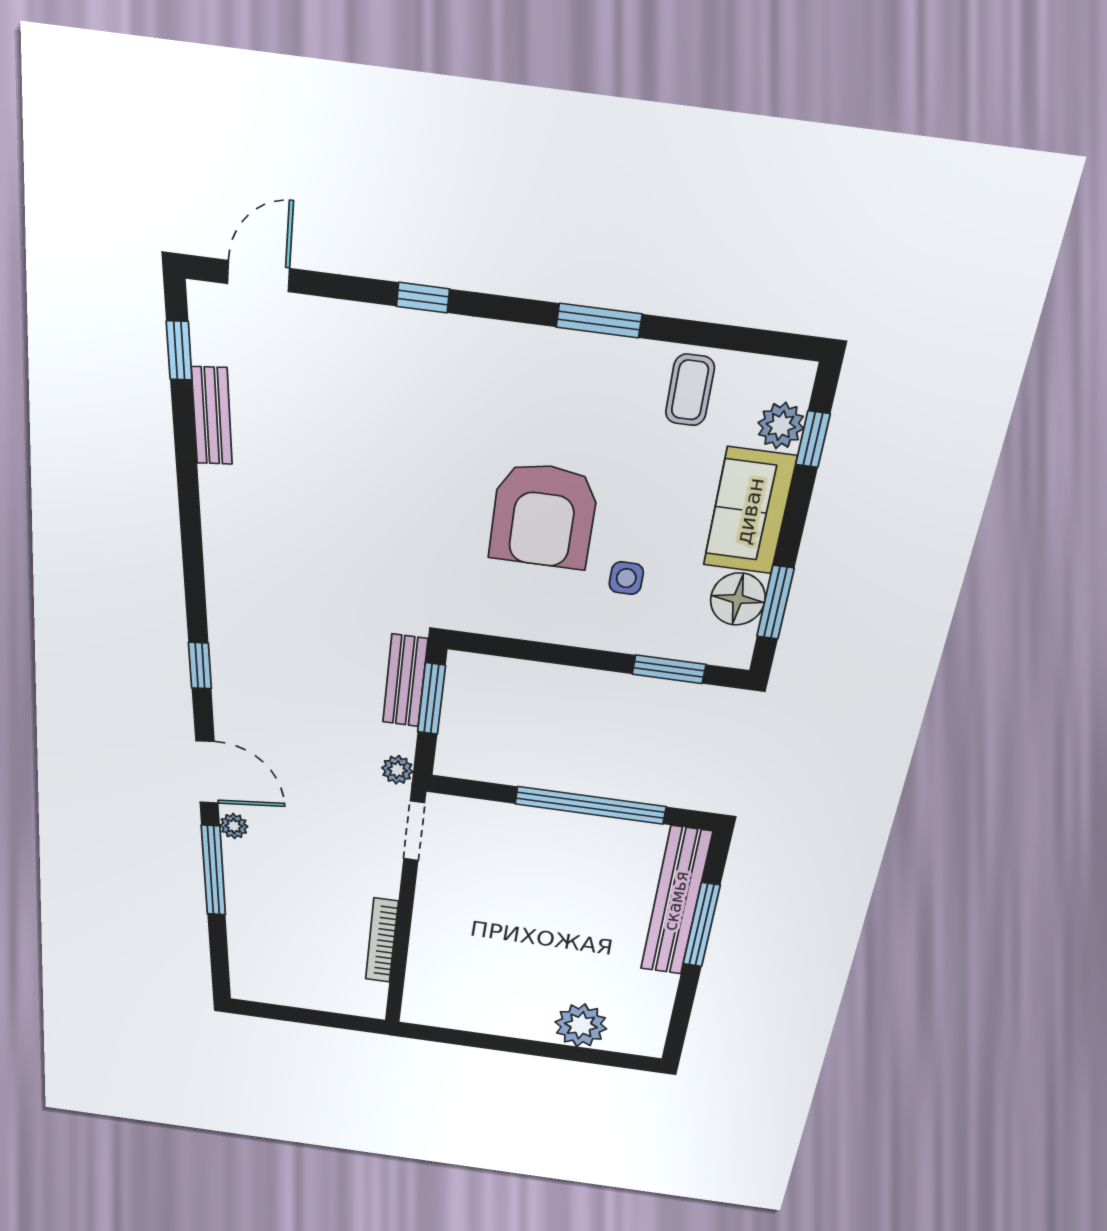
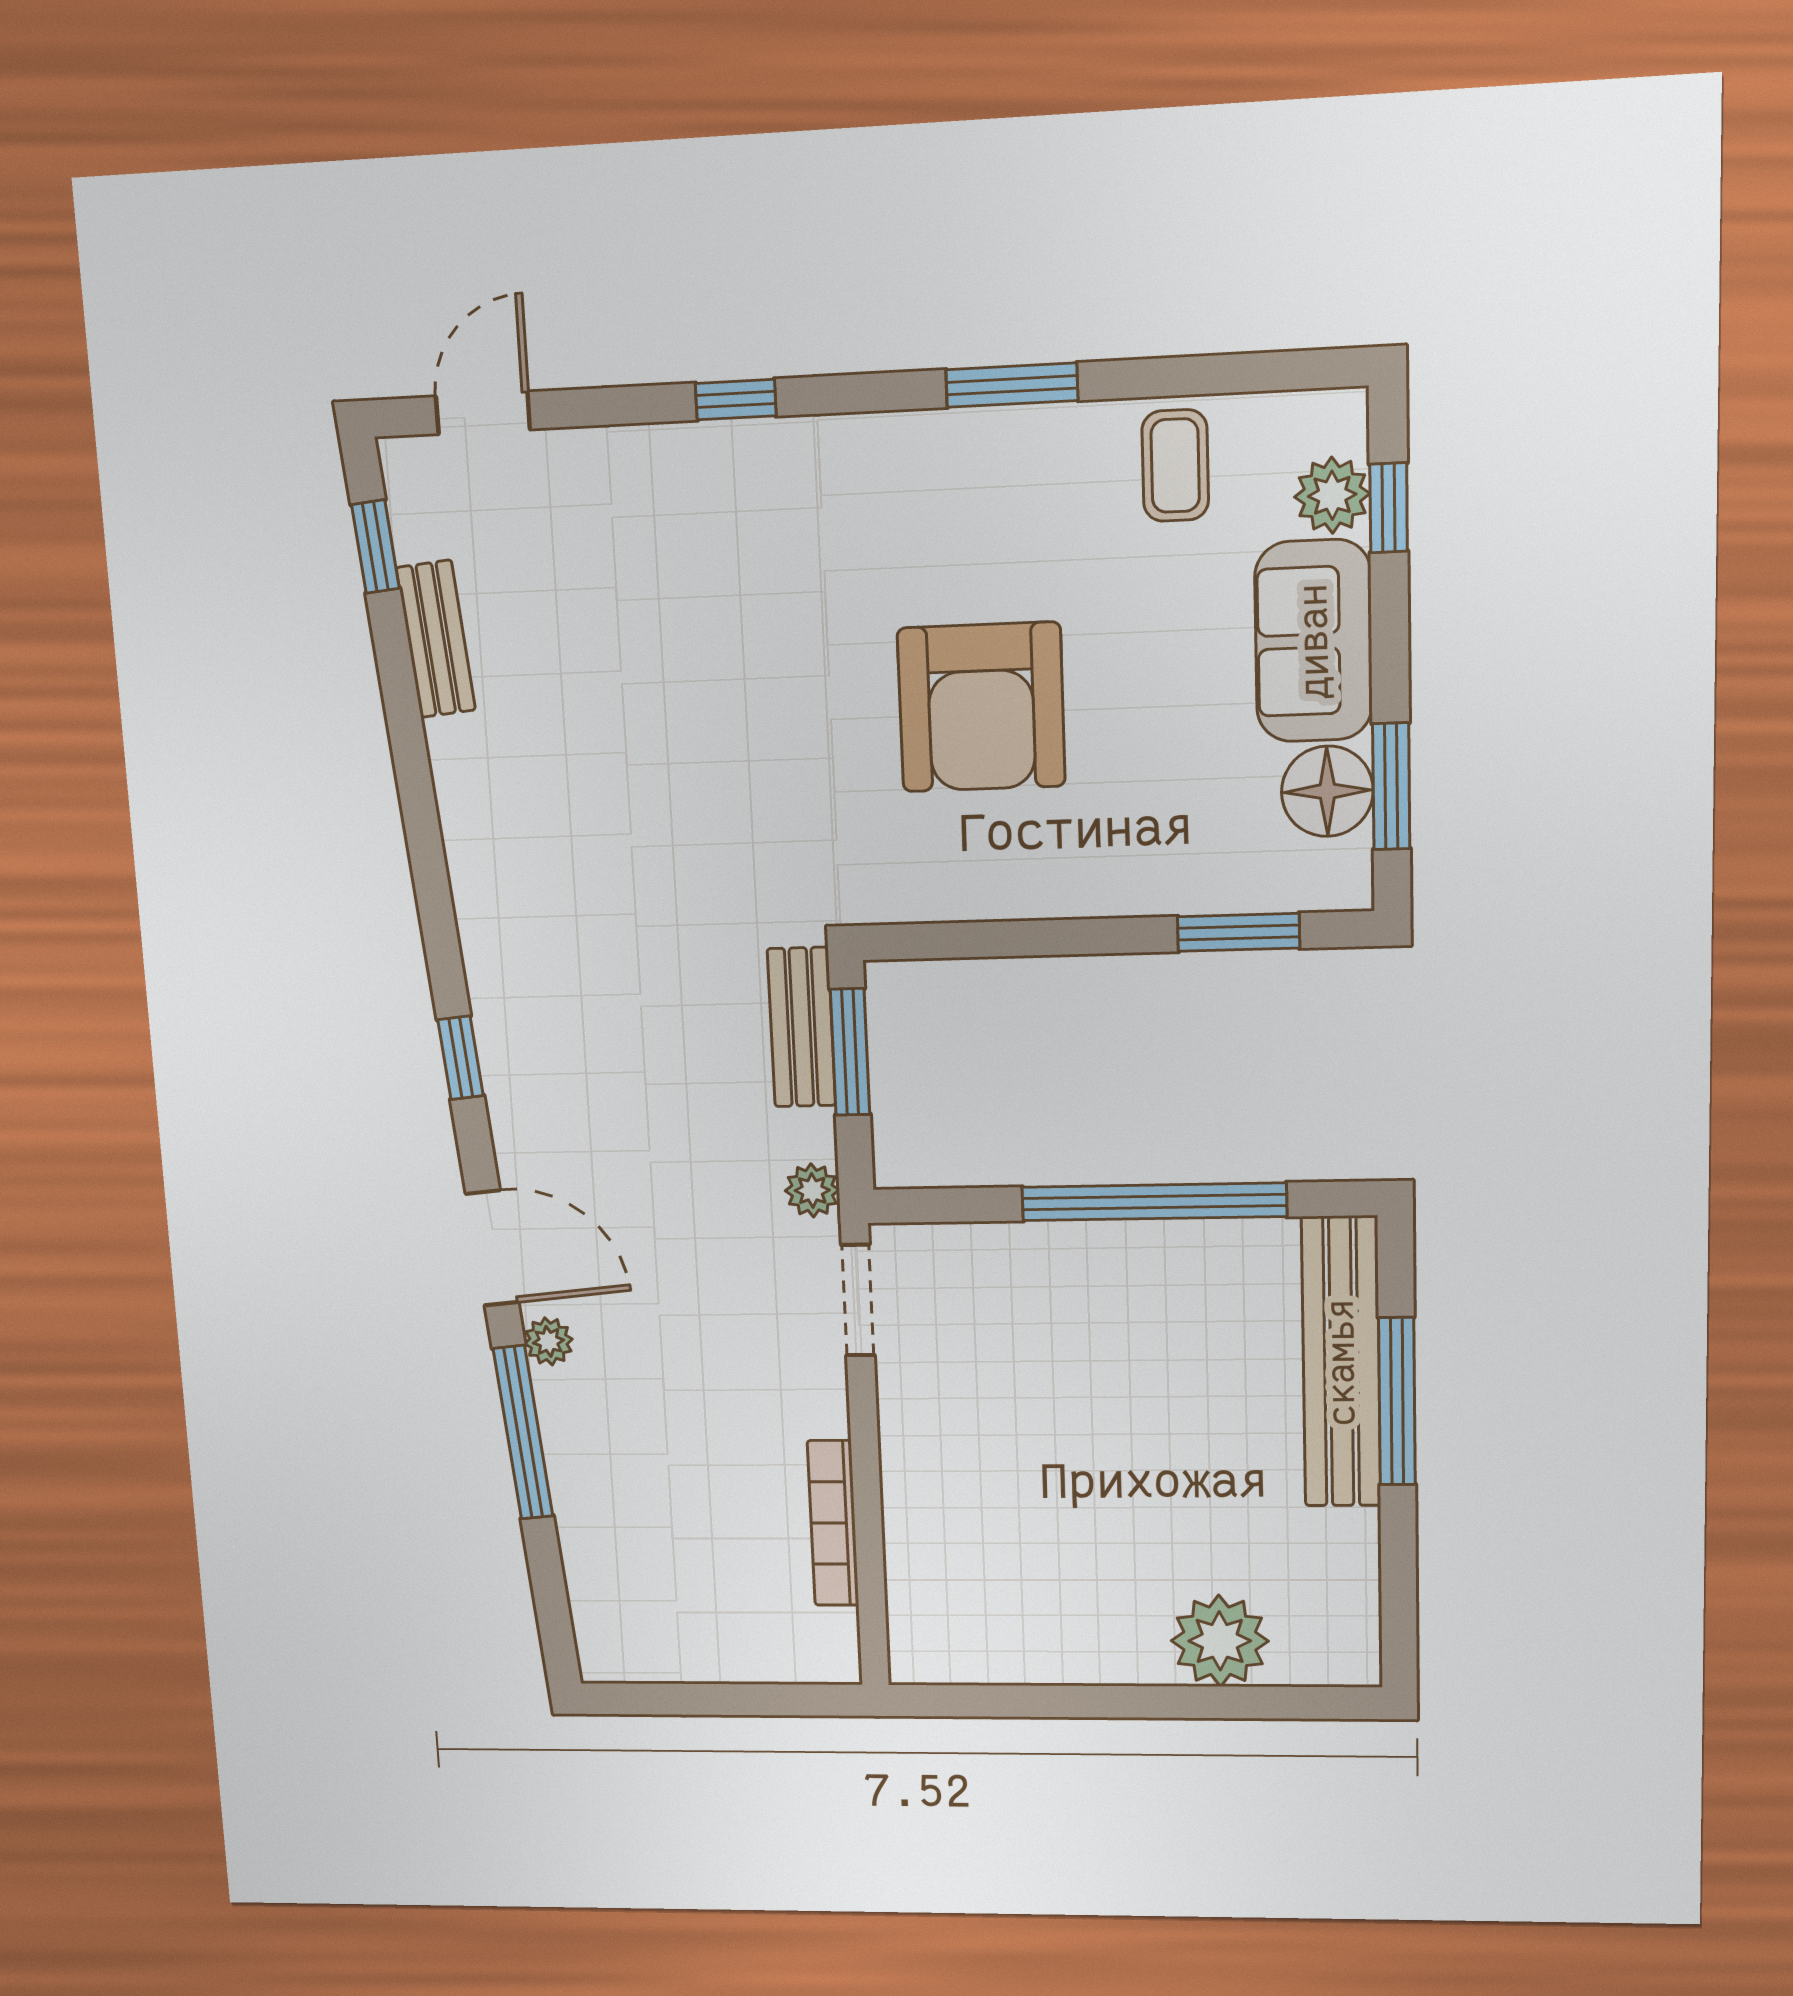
side table: (626, 578) -> (1136, 788), removed

